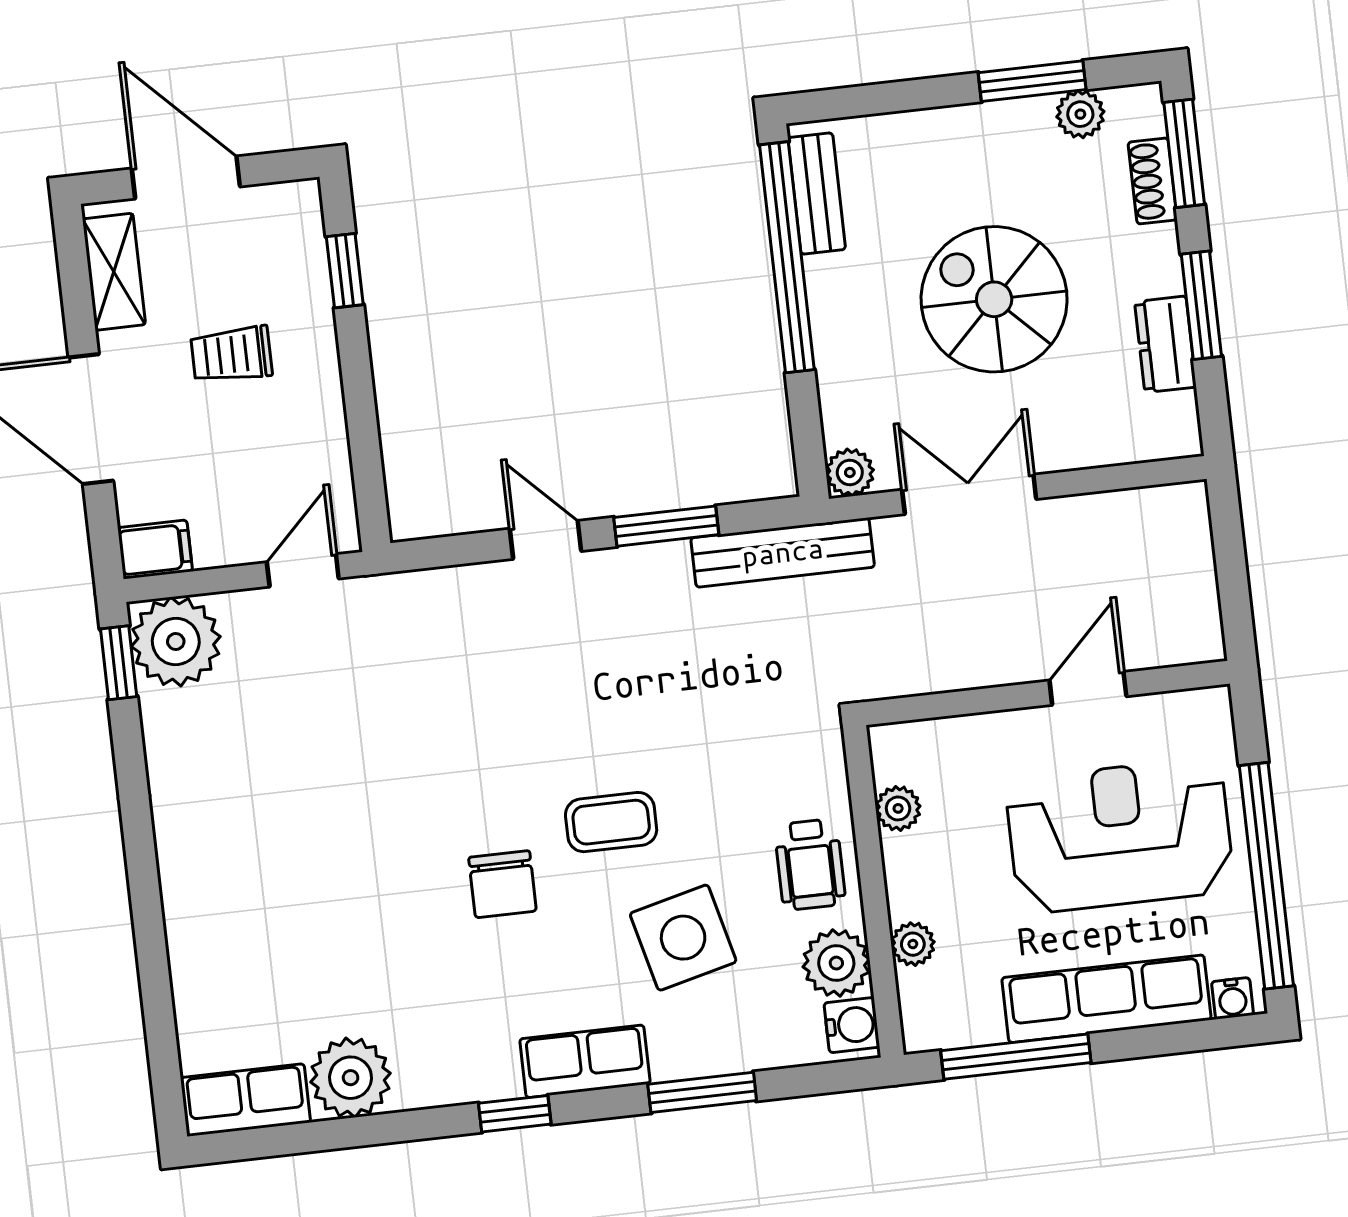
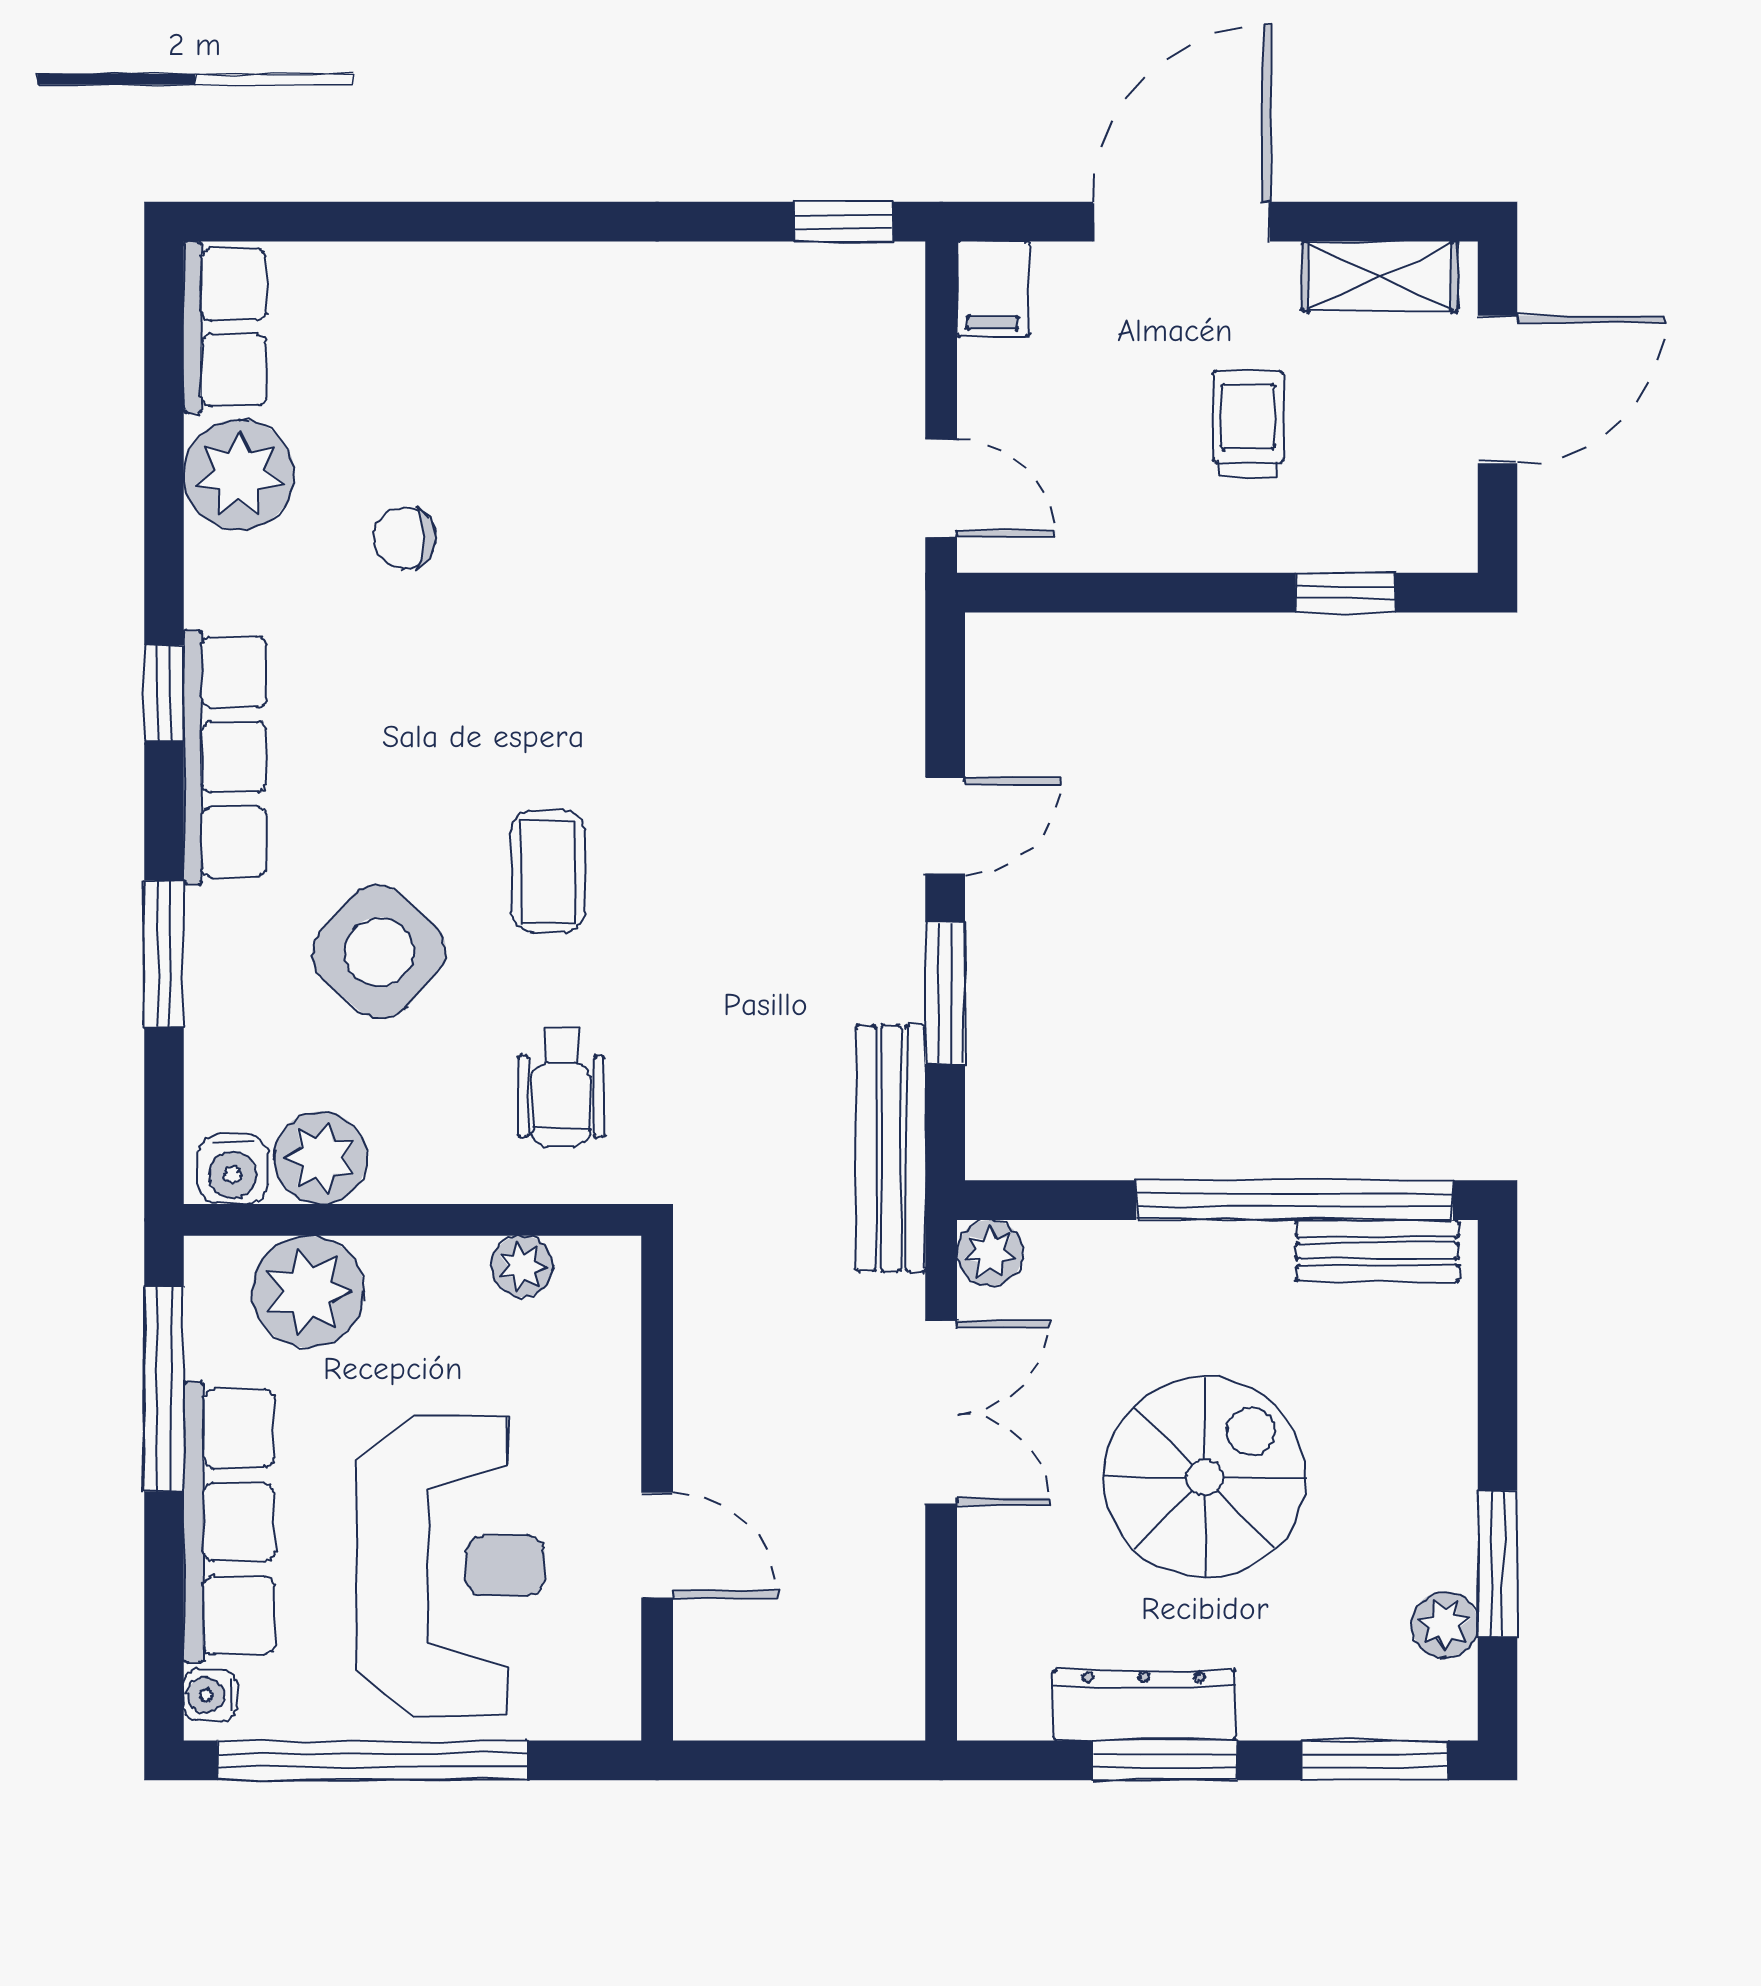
shoe rack: (1153, 181) -> (1342, 1713), removed
dresser: (1165, 344) -> (1144, 1705), width x1.44
plant: (176, 642) -> (864, 303), removed
wheelchair: (810, 864) -> (561, 1087), moved, turned -90
chair: (502, 884) -> (405, 538), moved, width x0.73, depth x0.73
side table: (683, 938) -> (379, 952), turned -35
plant: (913, 944) -> (308, 1292), width x1.87, depth x1.87
row of seats: (585, 1061) -> (225, 757), width x1.48

